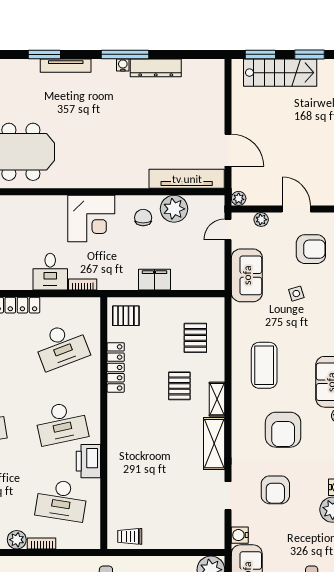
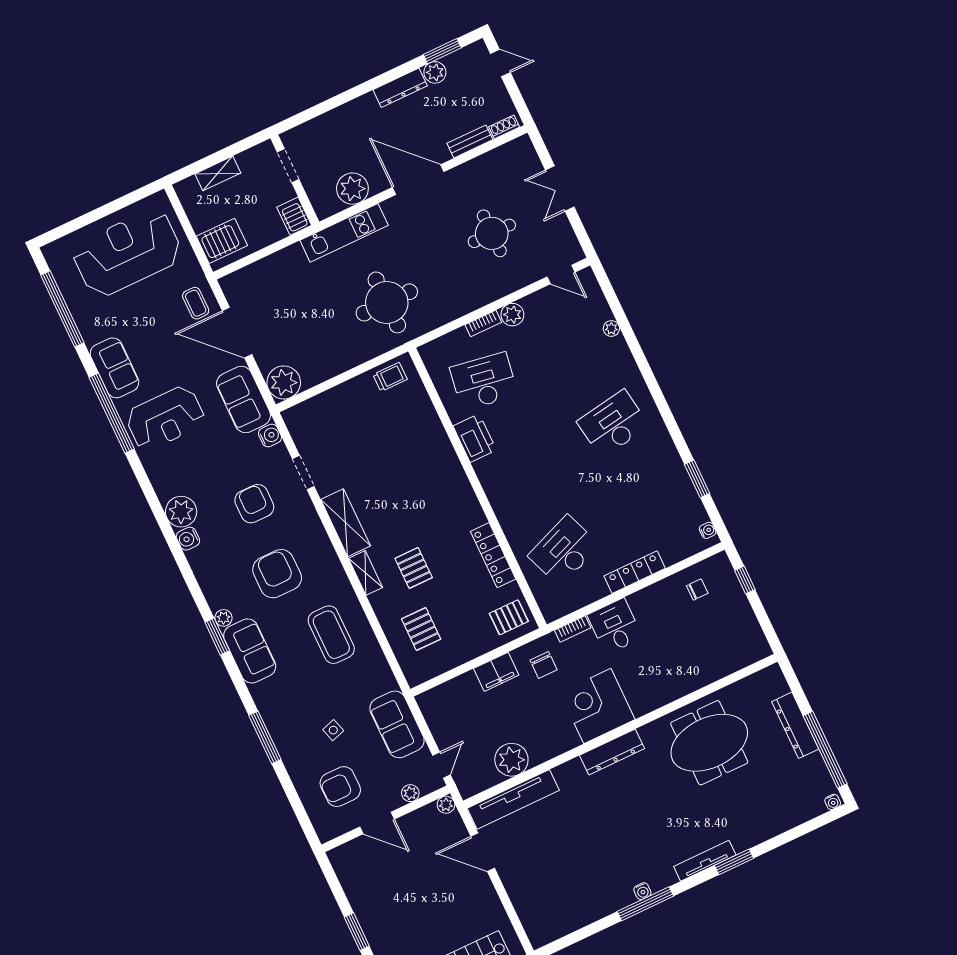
dresser: (156, 68) -> (612, 752), moved, turned 180
chair: (143, 218) -> (544, 665), moved
desk: (61, 423) -> (524, 466), removed

